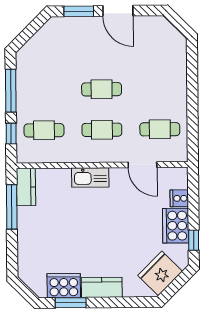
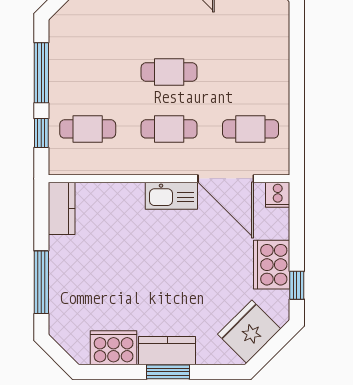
door: (142, 165) -> (226, 179), width x1.36
kitchen sink: (90, 177) -> (171, 196), moved
cooker: (179, 198) -> (278, 195), moved, turned -90
window: (12, 207) -> (41, 282), moved
window: (71, 303) -> (168, 372), moved

